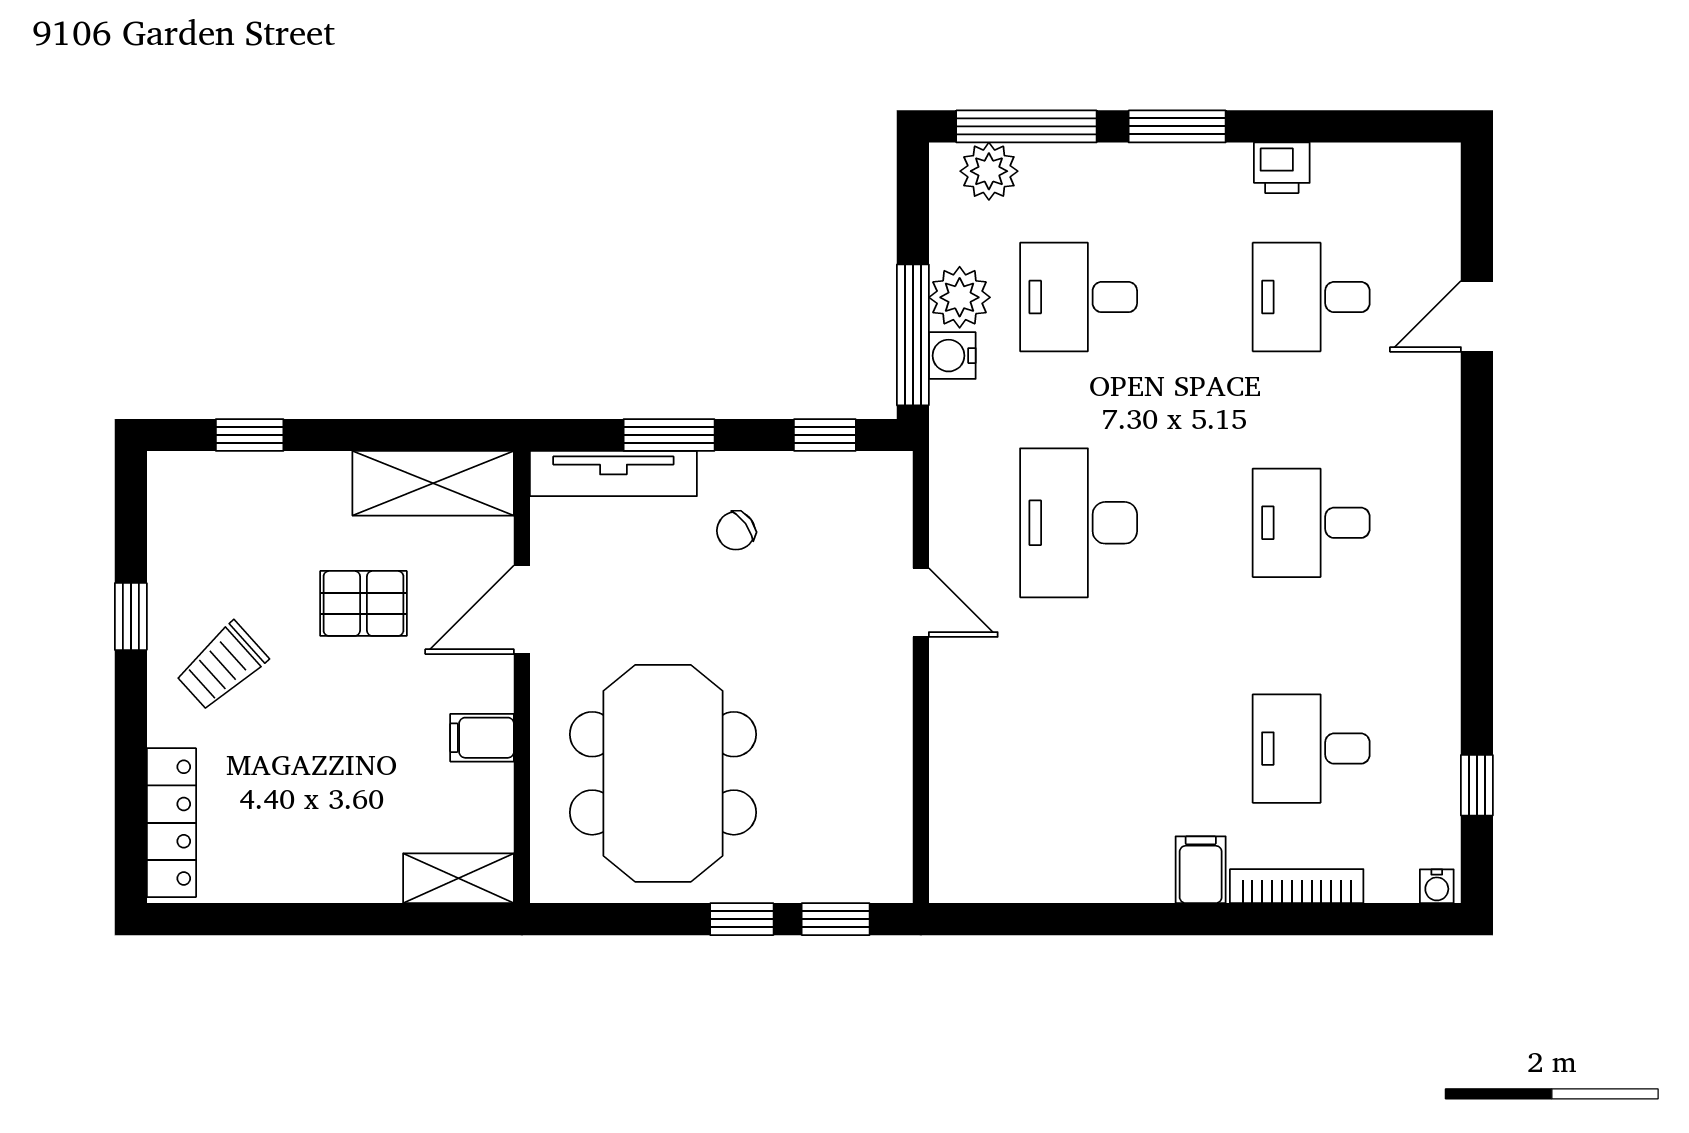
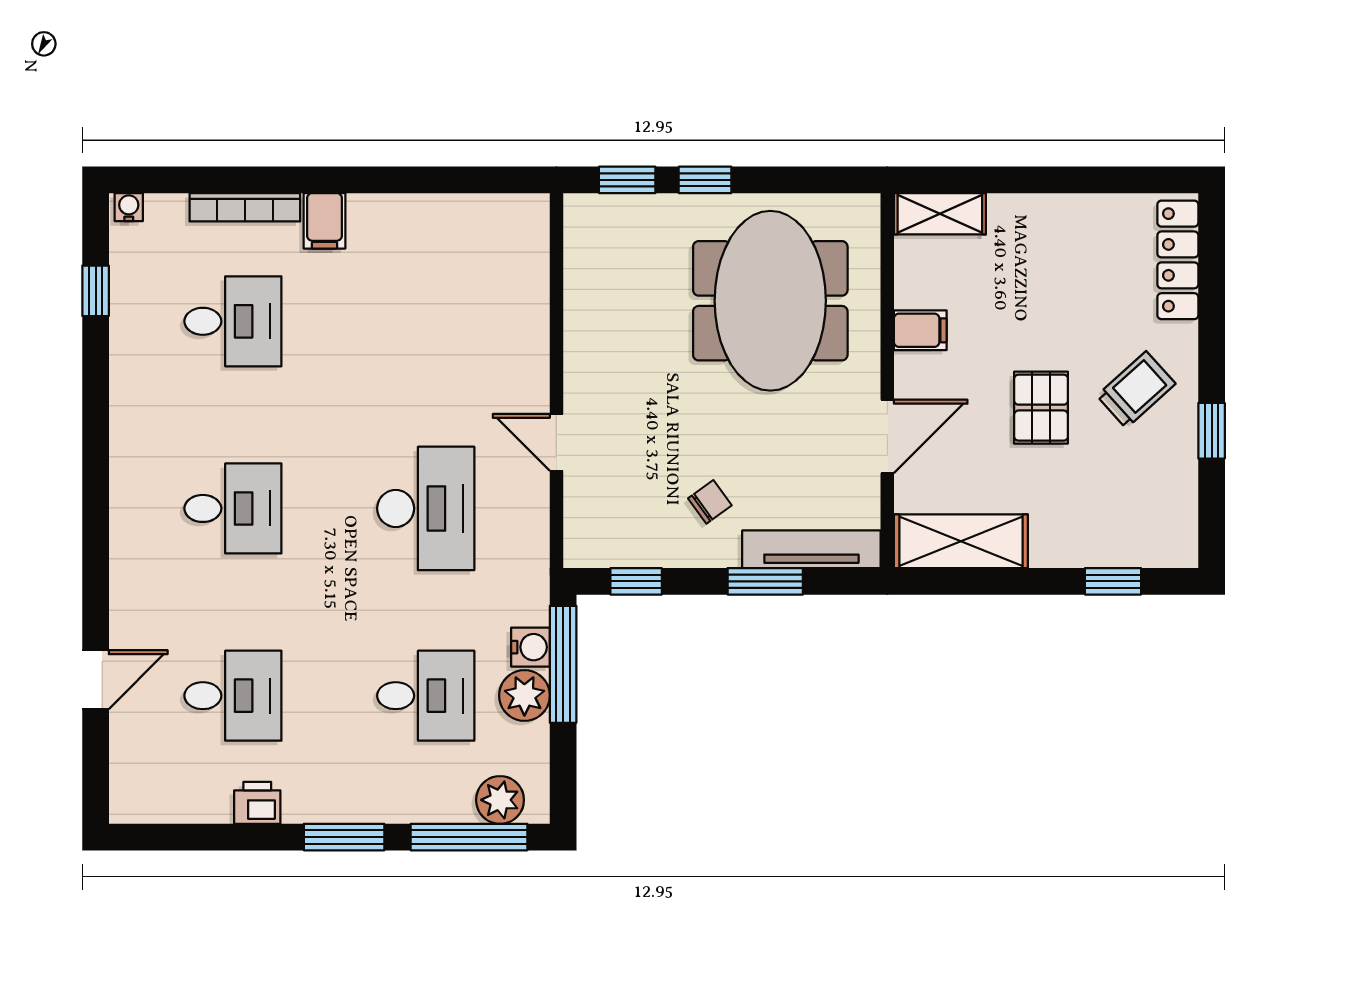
pallet: (363, 603) -> (1041, 408), moved, turned 90

